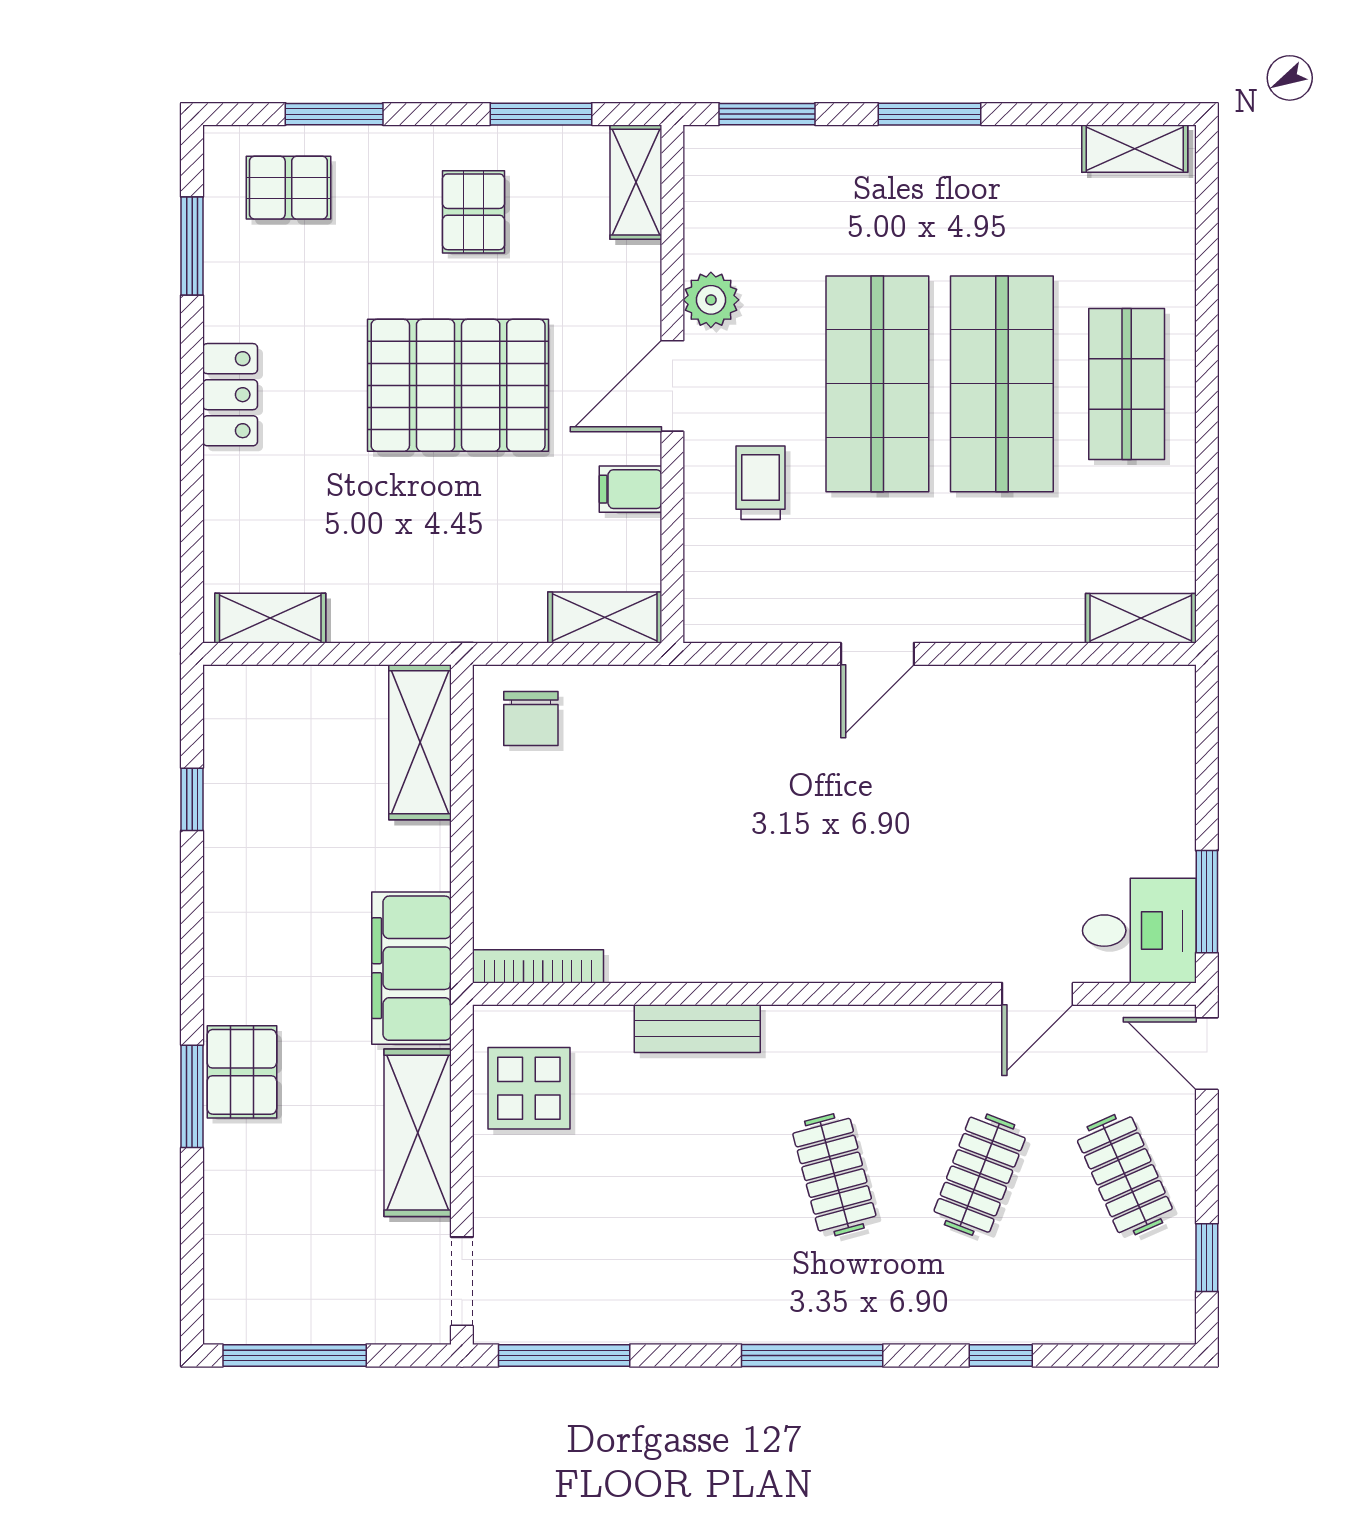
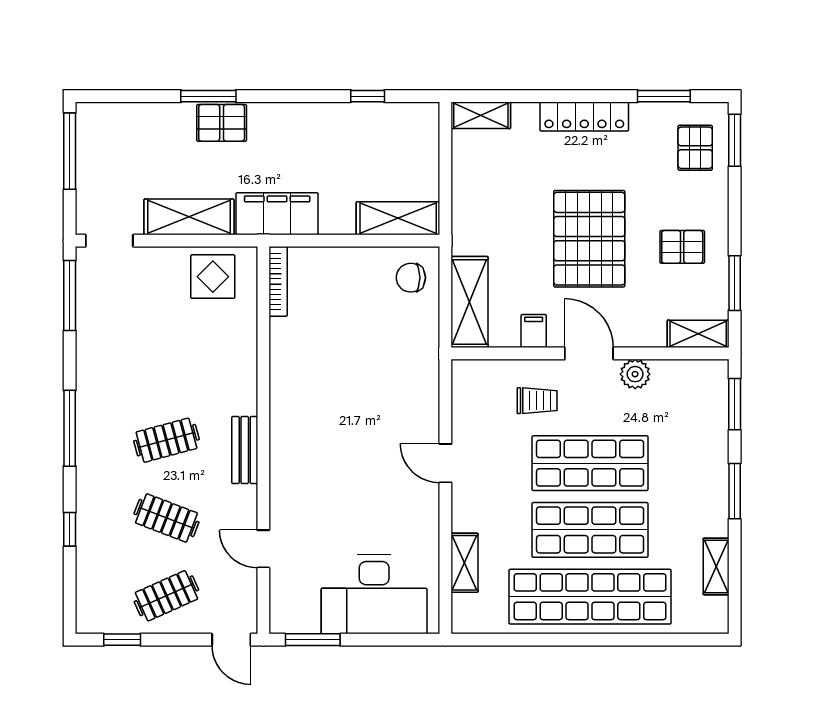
window: (334, 114) -> (735, 140), moved
shelving: (1135, 149) -> (716, 566), moved
shop shelf: (1127, 384) -> (590, 597), width x2.00, depth x1.36
locker: (230, 395) -> (584, 117), width x1.53
shelving: (605, 617) -> (470, 302), width x1.50, depth x1.33
shelving: (270, 618) -> (481, 115), moved, turned 90
shelving: (1141, 618) -> (465, 563), moved
desk: (1139, 931) -> (374, 594), moved, width x1.87, depth x1.30
bench: (697, 1029) -> (245, 450), moved
door: (1207, 1054) -> (231, 640), swing flipped

